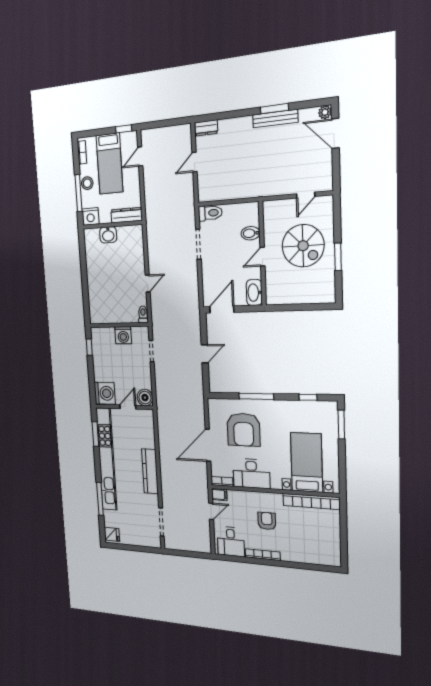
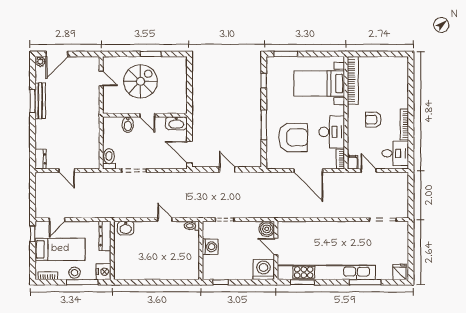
door: (140, 156) -> (57, 220), hinge flipped
washbasin: (108, 235) -> (126, 228), moved, turned 90
kitchen counter: (150, 471) -> (335, 228), removed

